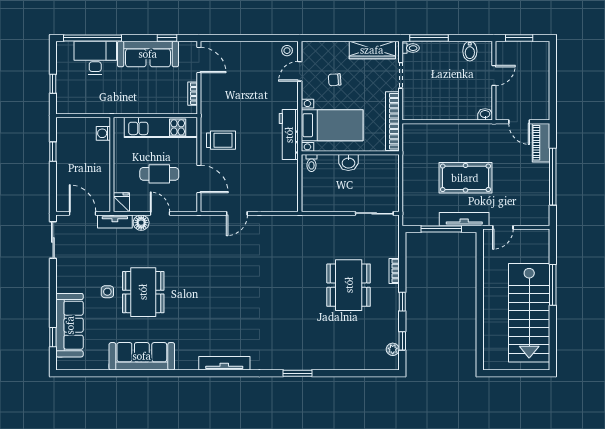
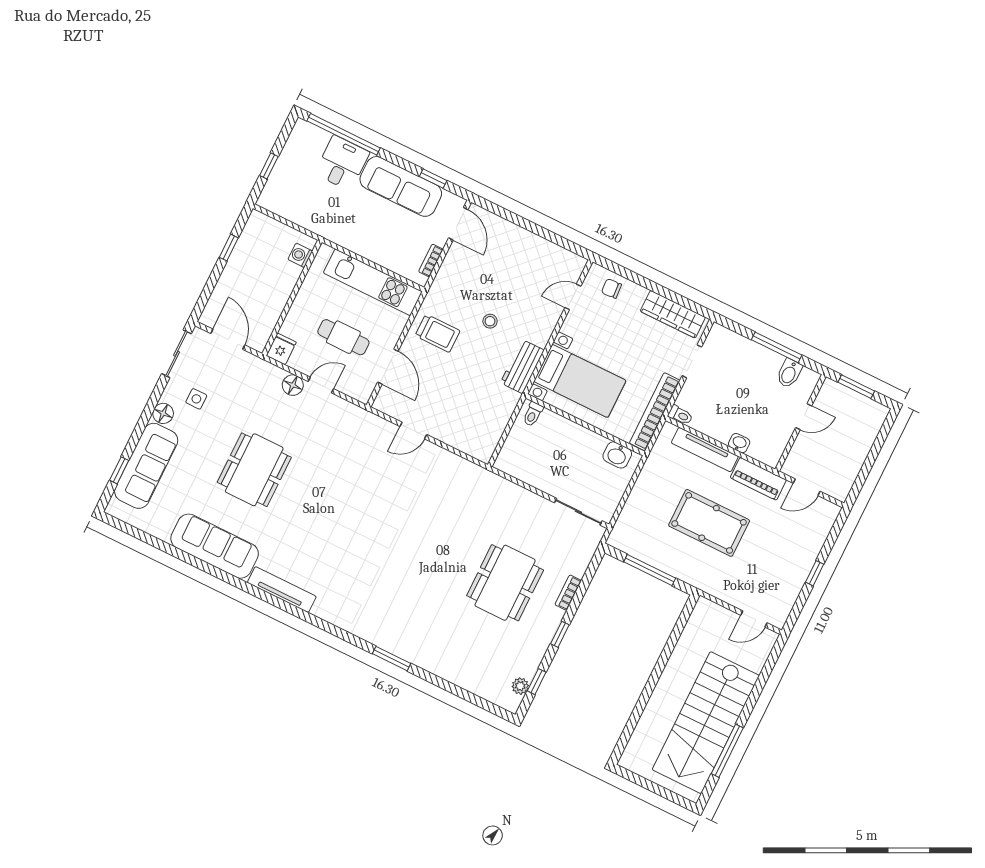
window: (429, 38) -> (777, 347), moved
toilet: (411, 48) -> (680, 415), moved
stool: (287, 51) -> (490, 321), moved
desk: (95, 58) -> (342, 163), width x0.73
chair: (335, 80) -> (611, 289), moved
washbasin: (485, 114) -> (739, 443), moved
door: (519, 122) -> (807, 487), hinge flipped
workbench: (289, 135) -> (522, 366), width x0.73
piano: (541, 143) -> (758, 479), moved, turned -90
washbasin: (348, 163) -> (617, 455), moved
window: (553, 177) -> (815, 573), width x0.32
door: (160, 213) -> (321, 385), hinge flipped
tv unit: (464, 219) -> (705, 450), moved, turned 180
tv unit: (115, 222) -> (262, 368), removed
door: (503, 227) -> (754, 619), moved
floor lamp: (64, 284) -> (163, 413), added
window: (553, 285) -> (727, 751), moved
side table: (107, 292) -> (196, 399), moved
tv unit: (224, 363) -> (282, 590), moved

